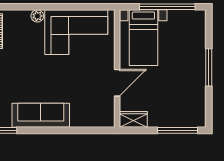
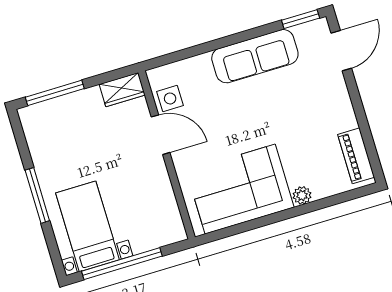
bed with nightstands: (143, 38) -> (88, 226), moved
door: (117, 83) -> (161, 135), swing flipped
side table: (104, 104) -> (170, 98), added

